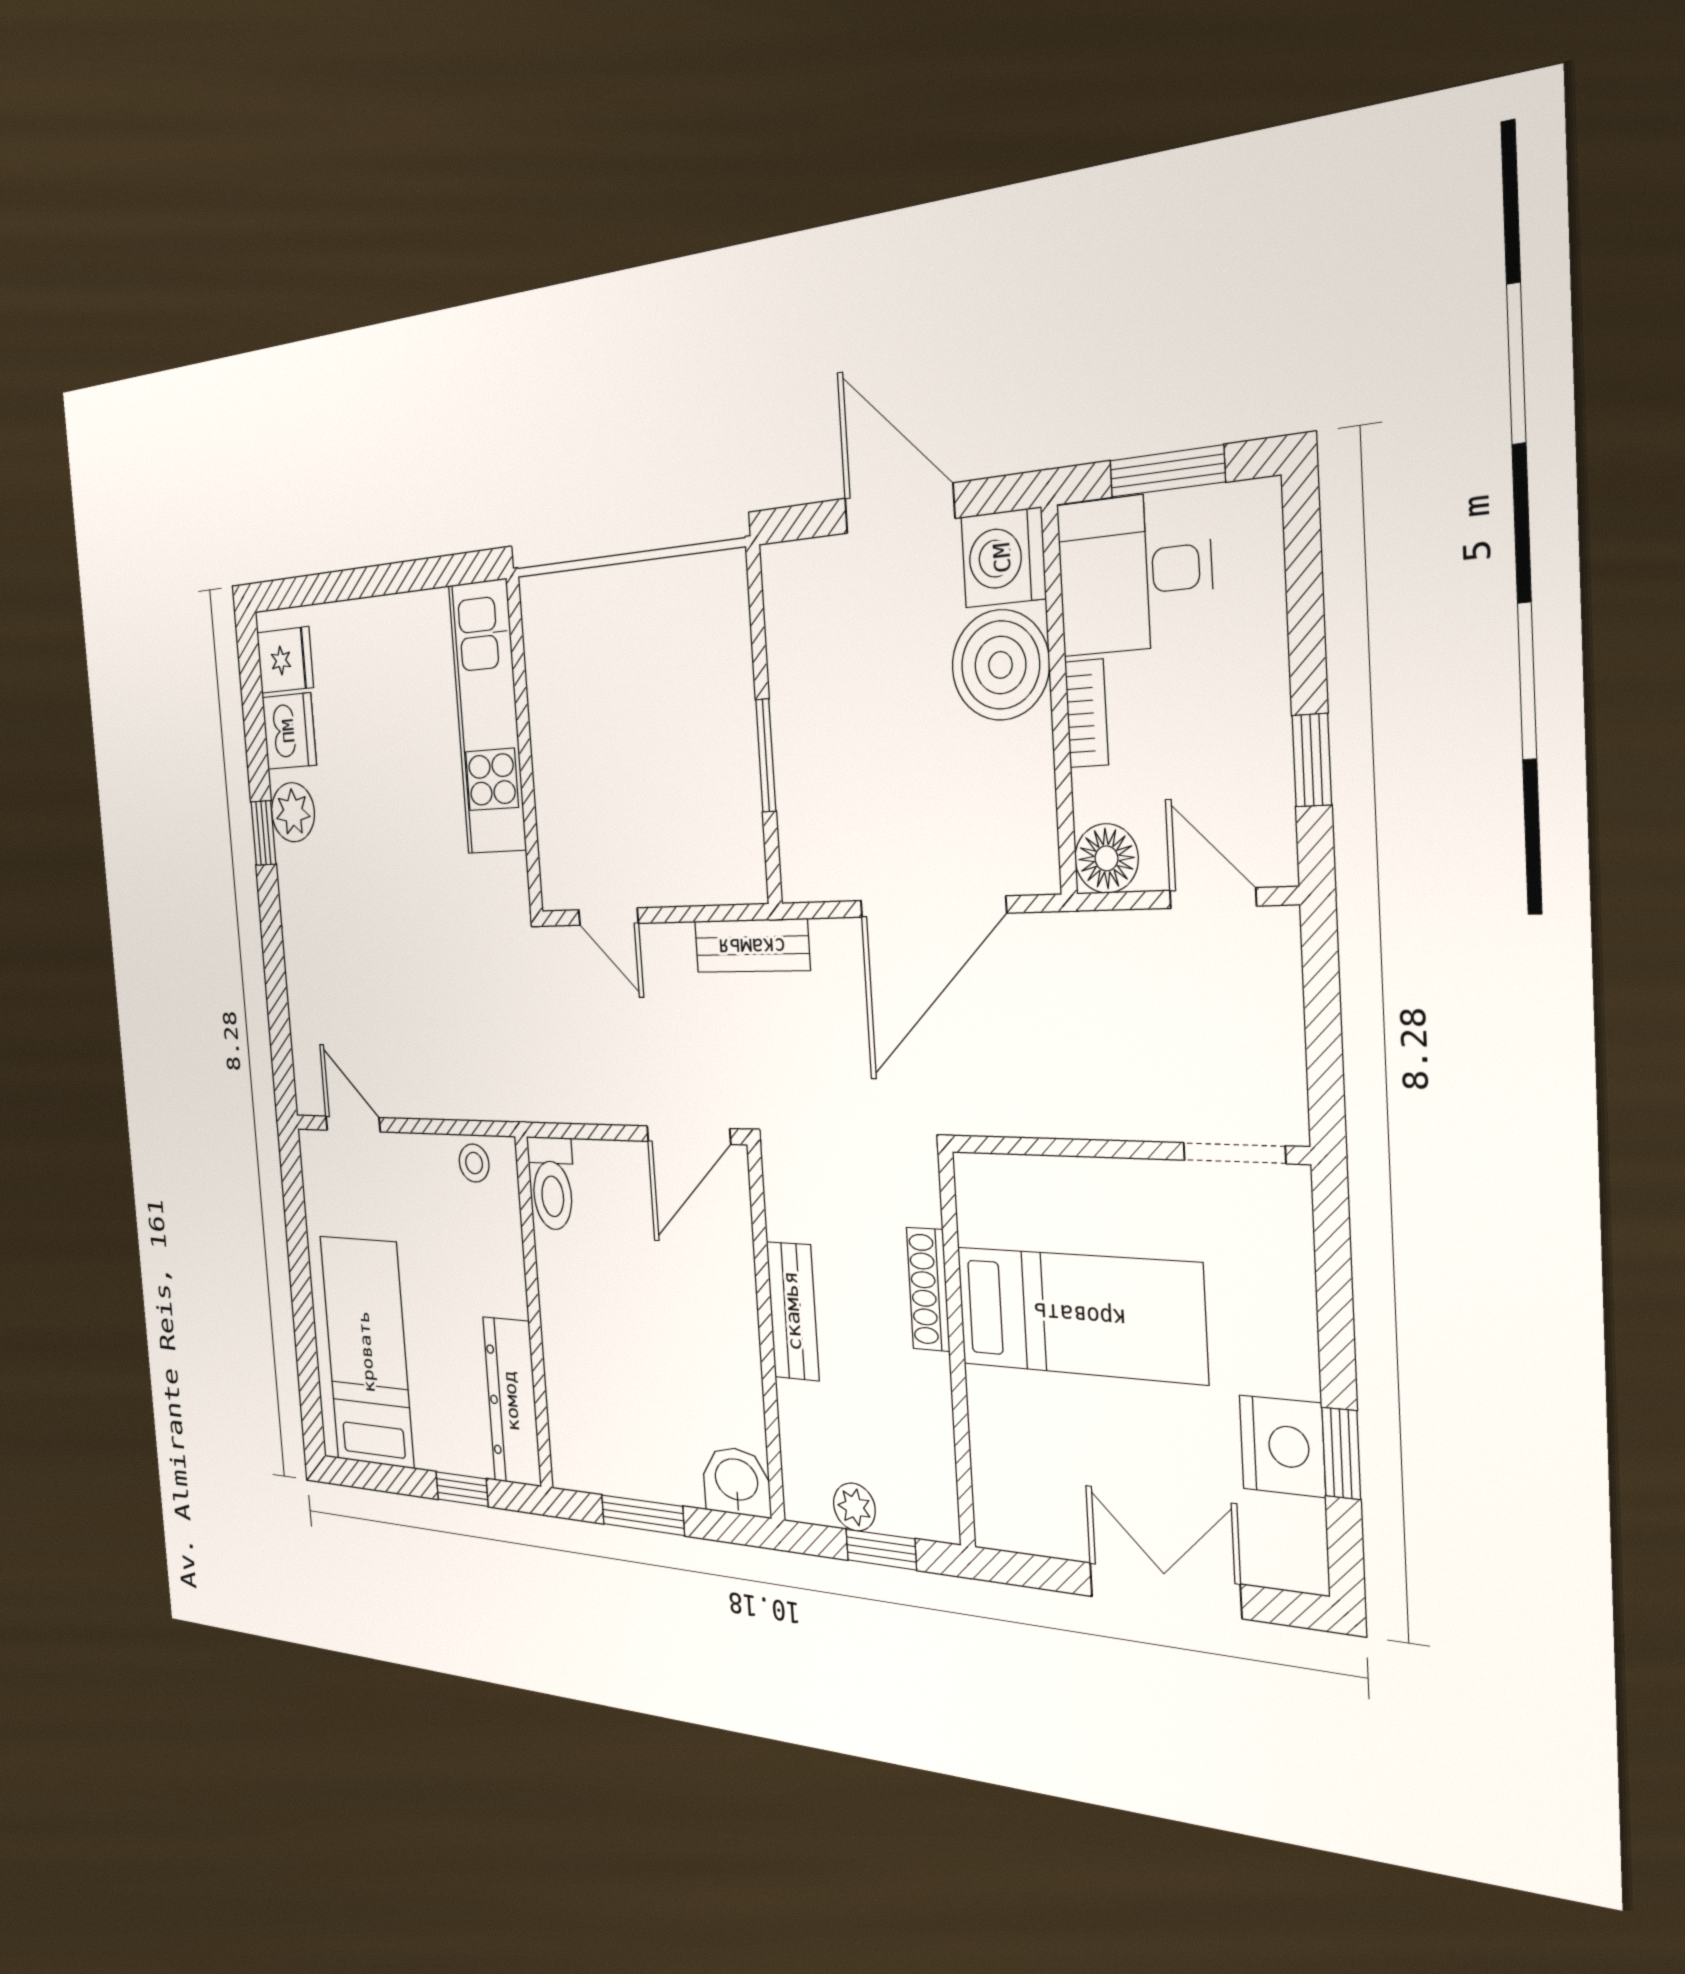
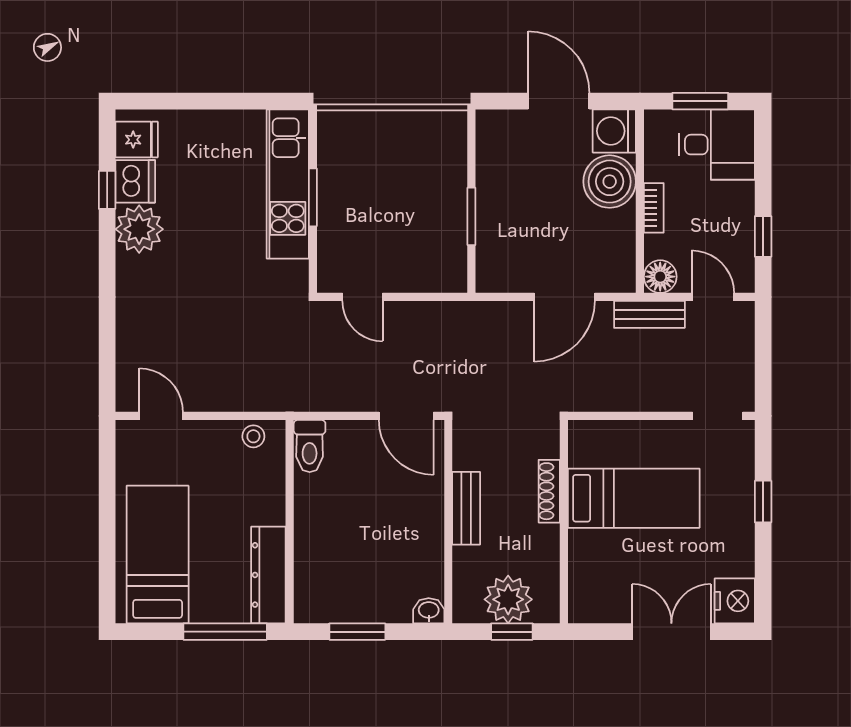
desk: (1135, 573) -> (717, 145), moved, turned 180
window: (524, 739) -> (313, 197), added
plant: (293, 812) -> (139, 229), width x1.36, depth x1.36
window: (263, 833) -> (107, 190), moved
door: (932, 907) -> (565, 297), width x0.73
bench: (752, 946) -> (649, 314), moved
door: (688, 1135) -> (406, 416), hinge flipped
nightstand: (1282, 1446) -> (735, 601), moved
window: (1341, 1453) -> (763, 502), moved
washbasin: (737, 1481) -> (429, 611), width x0.72, depth x0.69
window: (462, 1489) -> (225, 632), width x2.17
plant: (854, 1507) -> (508, 599), width x1.88, depth x1.88

